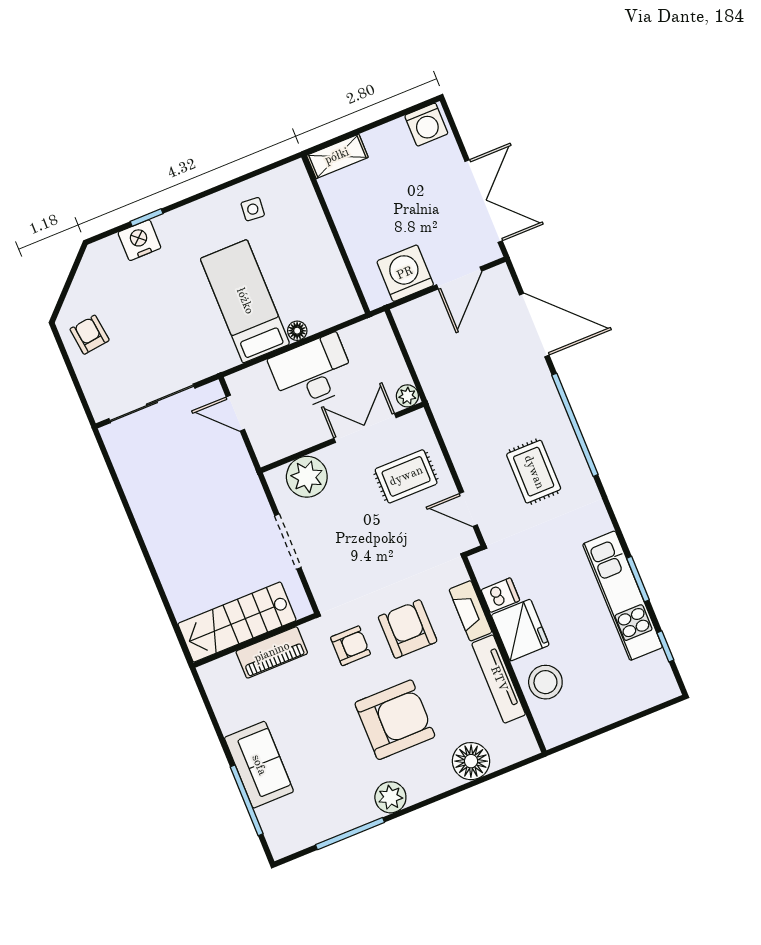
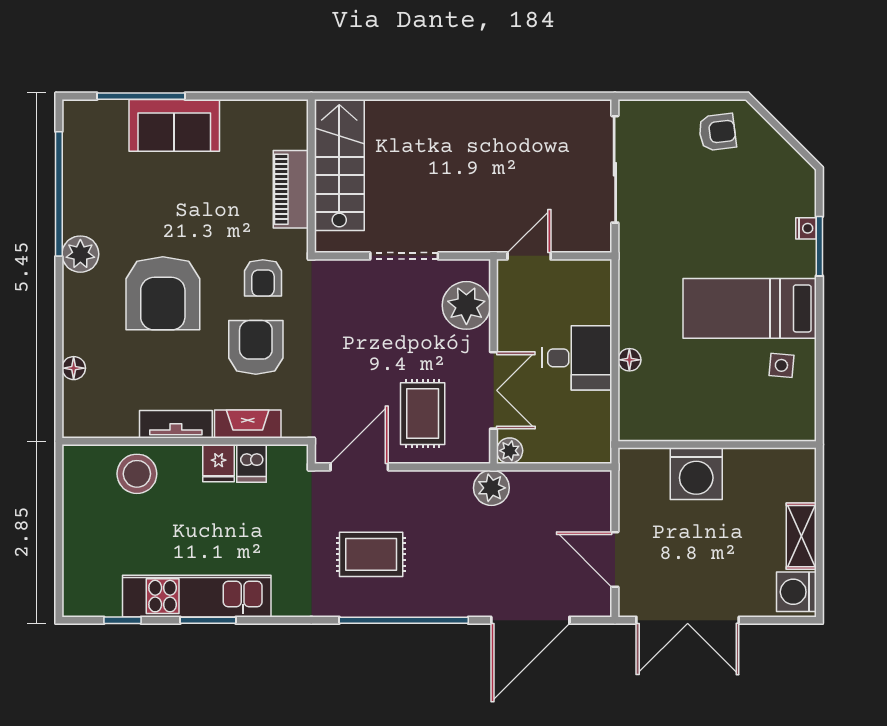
shelving: (337, 156) -> (801, 536), moved
window: (147, 218) -> (819, 246), width x1.50
nightstand: (139, 240) -> (806, 228), width x0.53, depth x0.56
washing machine: (405, 273) -> (696, 474), moved, turned 90
bed: (245, 301) -> (750, 308), moved, turned 180
desk: (313, 373) -> (577, 358), width x0.73
plant: (442, 398) -> (491, 488), added
door: (235, 413) -> (529, 256), moved
door: (468, 509) -> (359, 467), width x1.38
armchair: (408, 629) -> (256, 347), turned -90
fridge: (520, 630) -> (219, 463), width x0.53, depth x0.75
tv unit: (499, 679) -> (176, 424), width x0.71
floor lamp: (471, 761) -> (74, 368), width x0.53, depth x0.53
window: (350, 834) -> (59, 194), width x1.46

